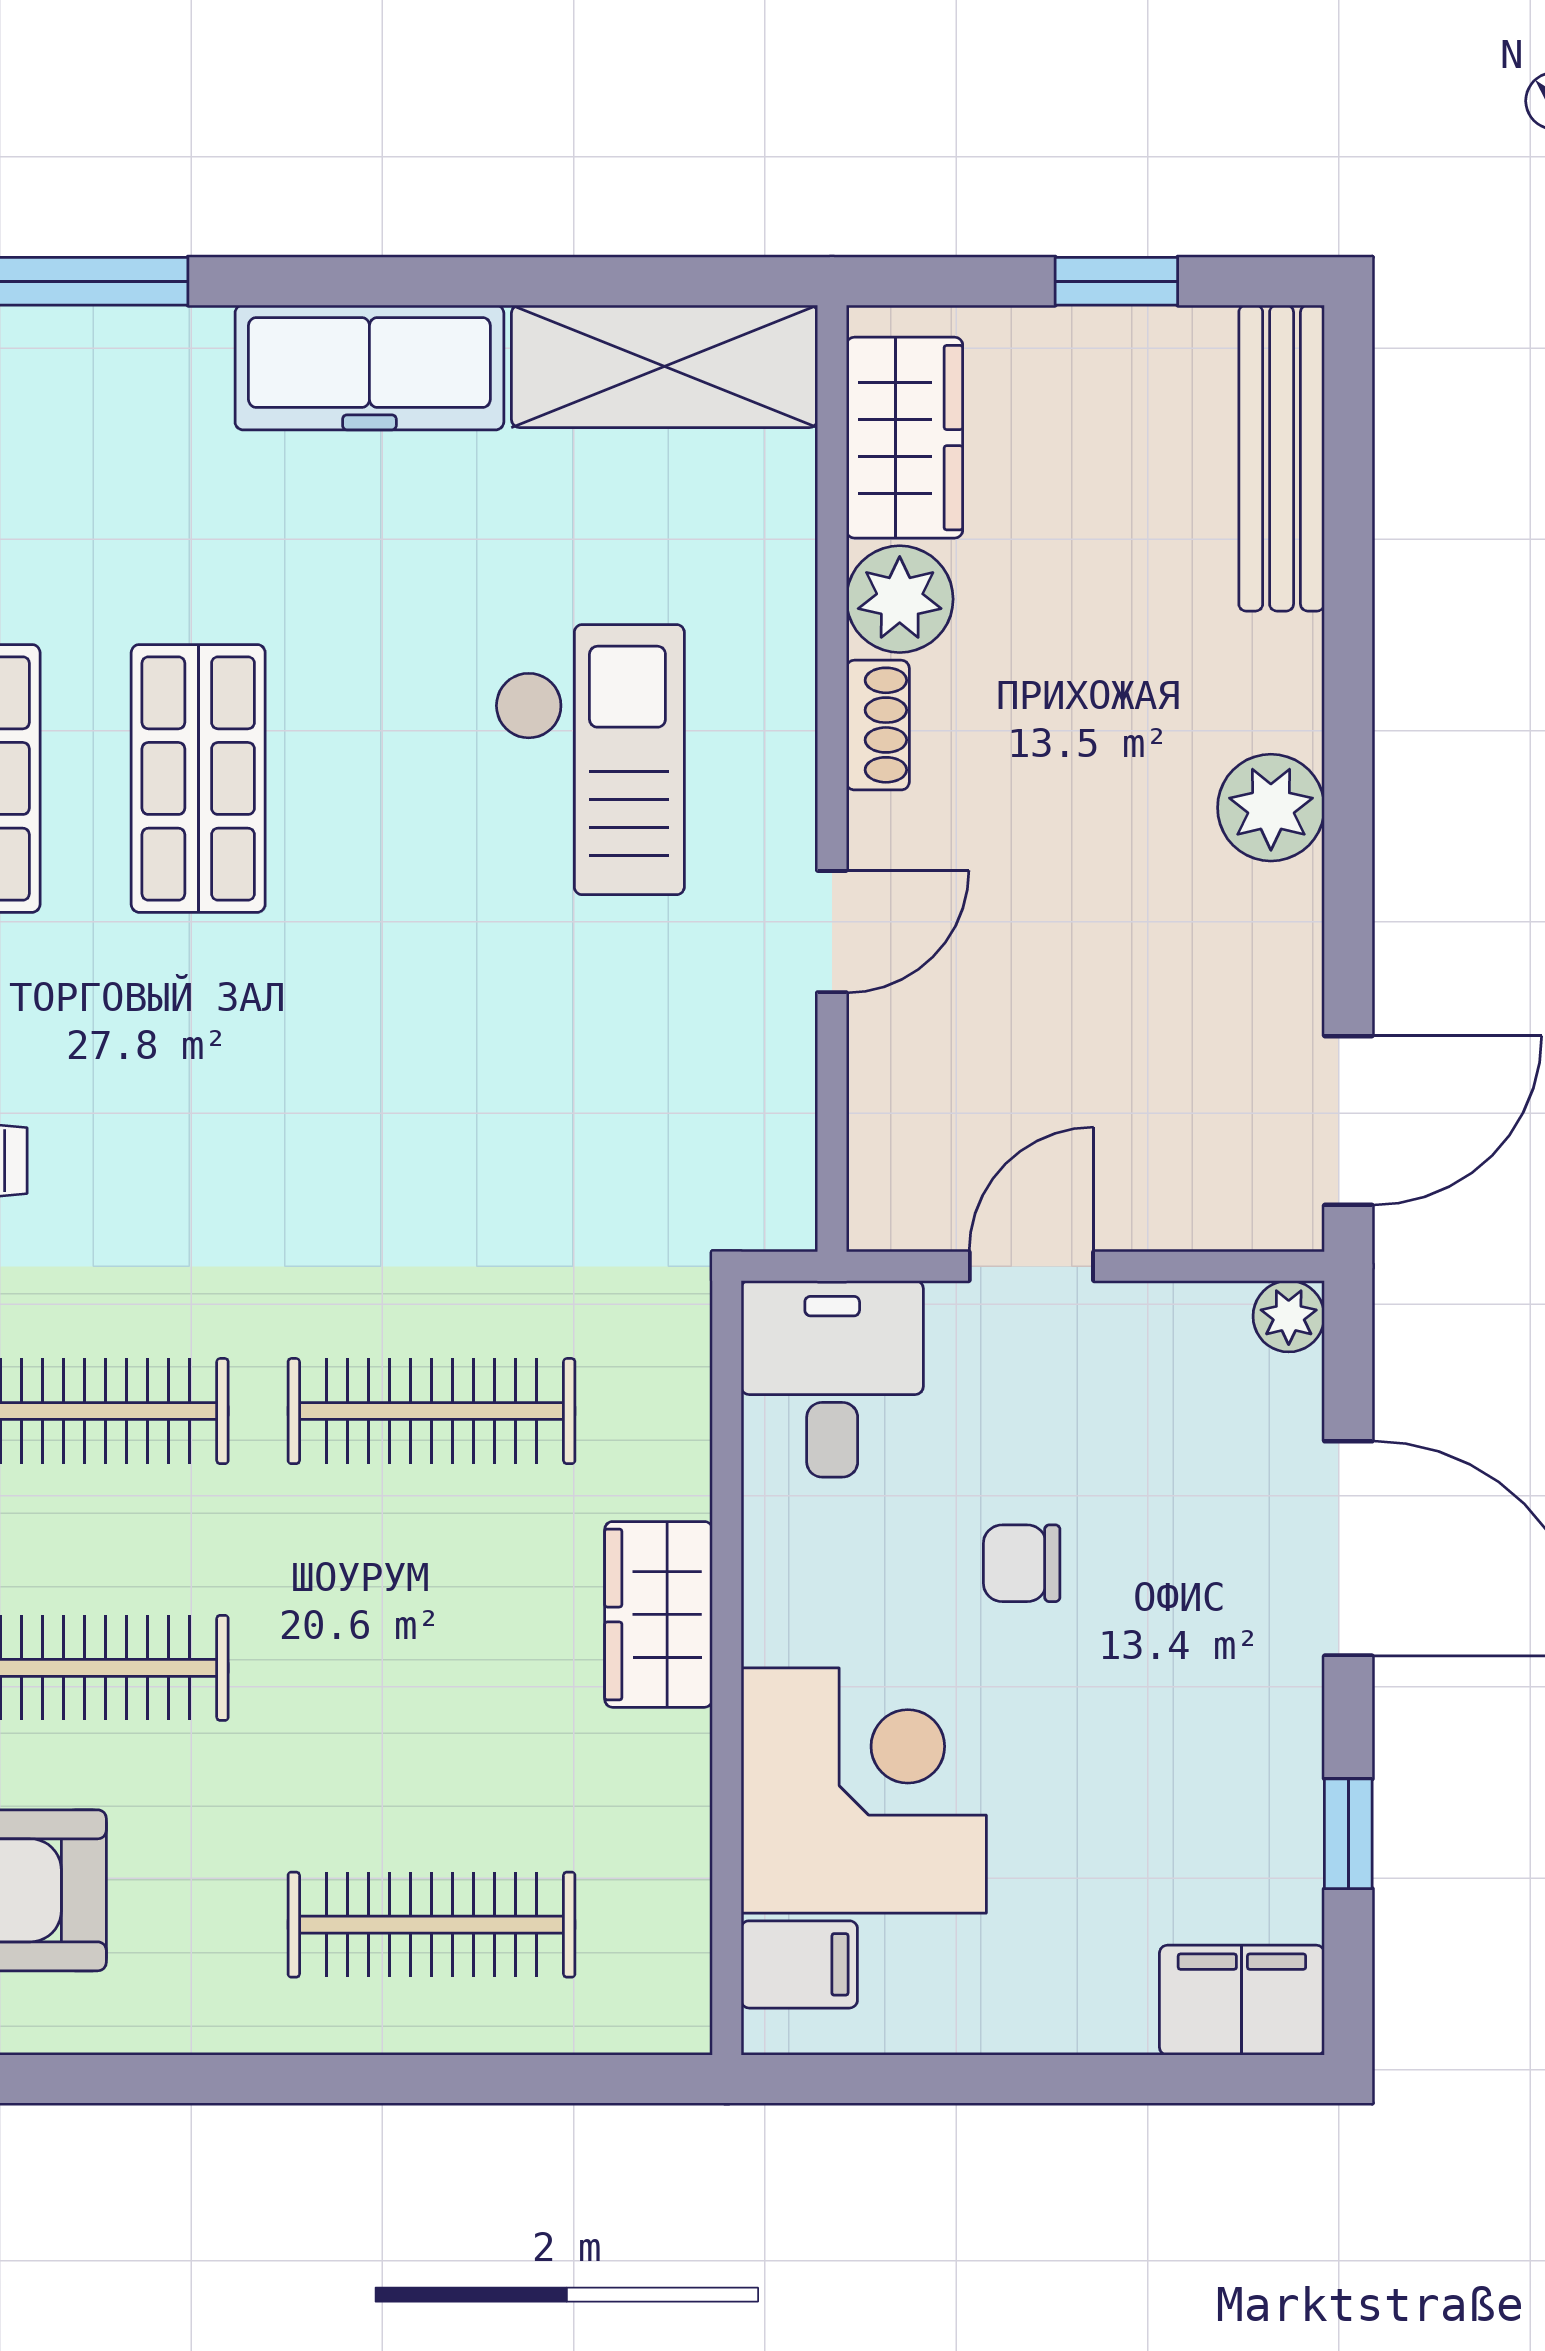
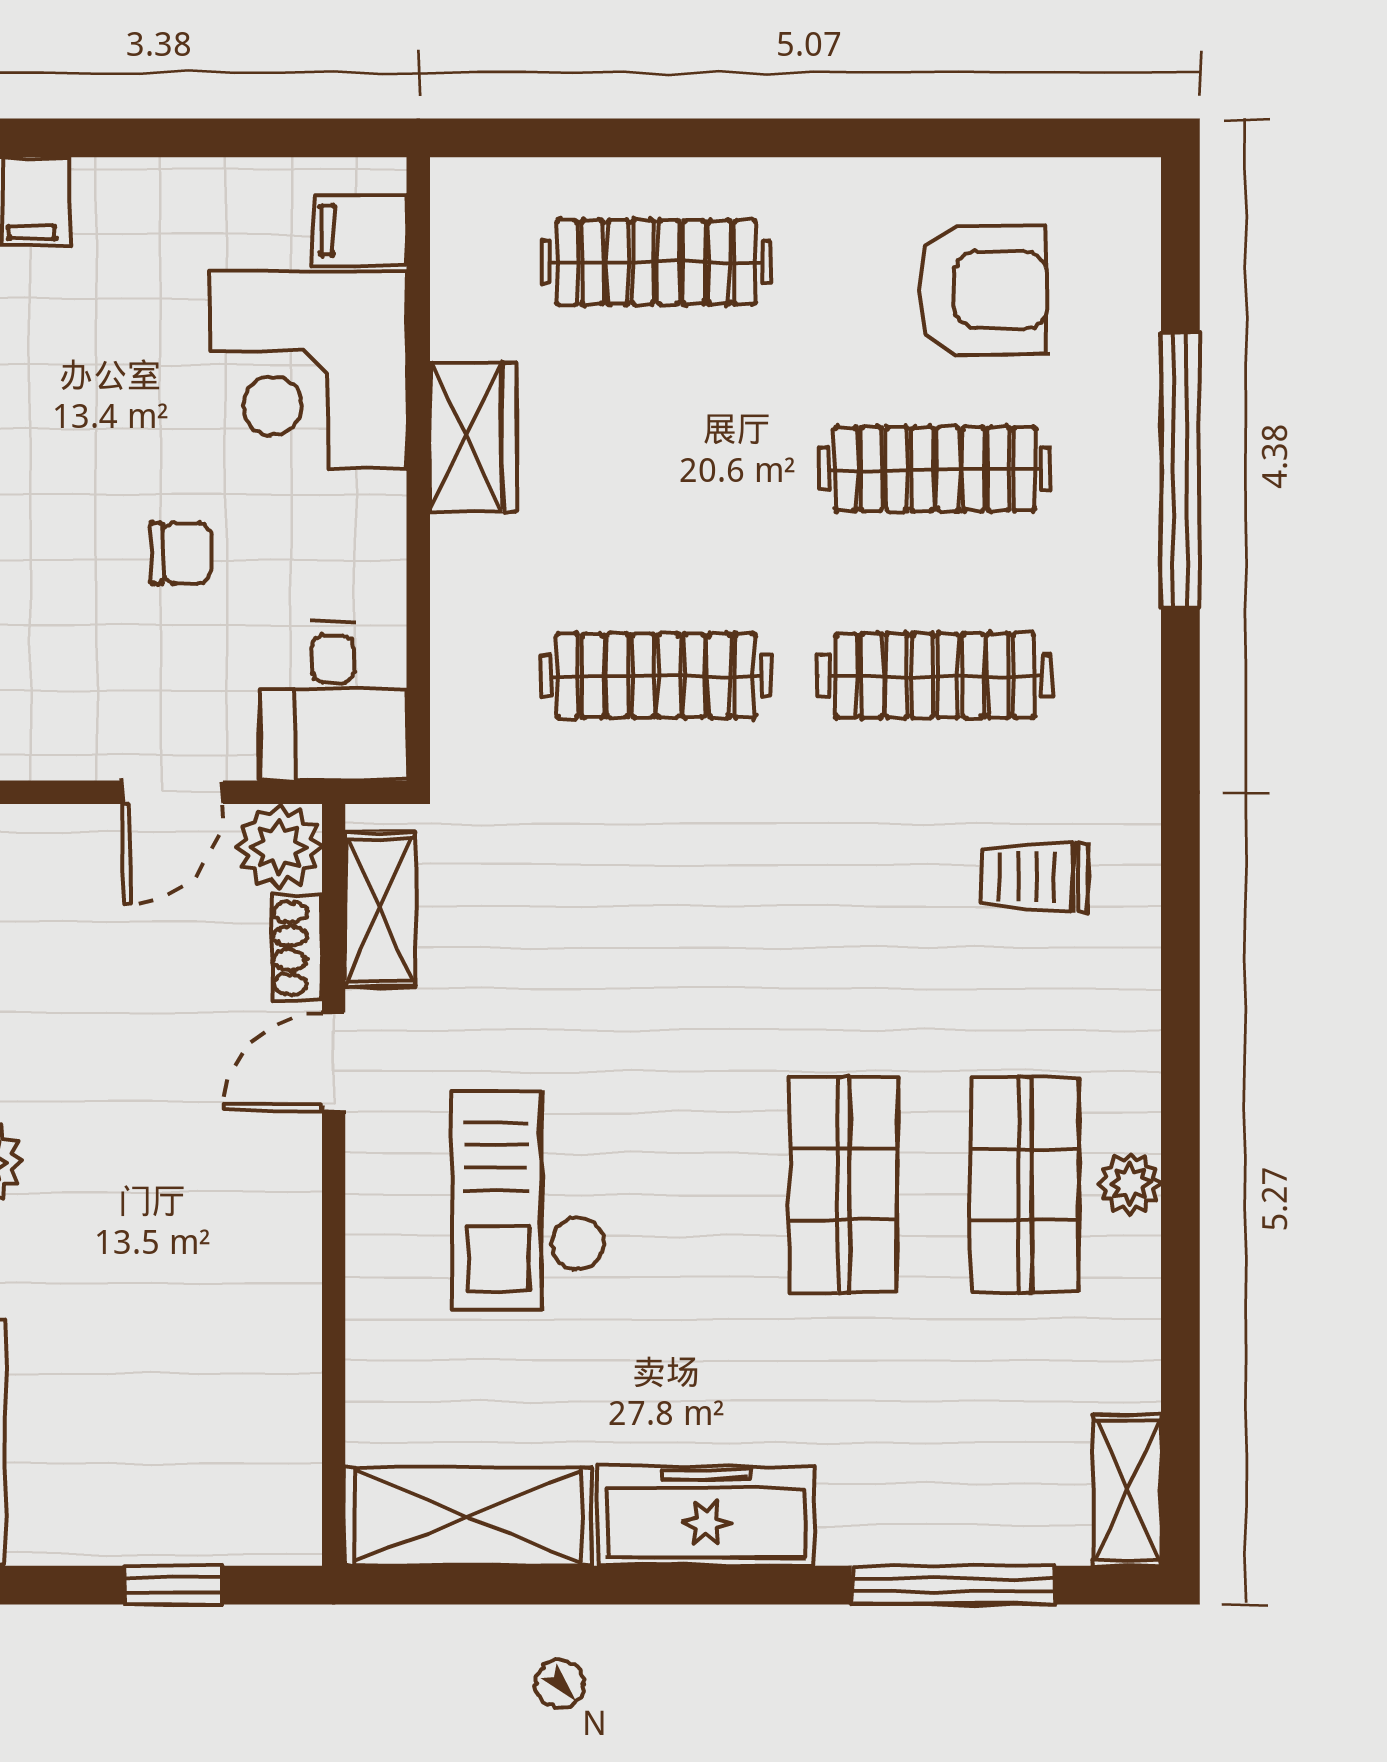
window: (1116, 281) -> (174, 1585), moved
wardrobe: (904, 438) -> (275, 1459), removed
plant: (900, 599) -> (279, 847), moved
shoe rack: (878, 725) -> (297, 948), moved
shelving: (774, 1121) -> (380, 909), added
wardrobe: (659, 1614) -> (473, 437), moved

